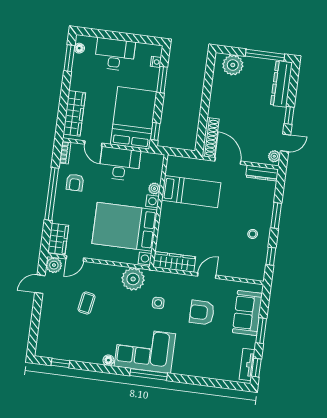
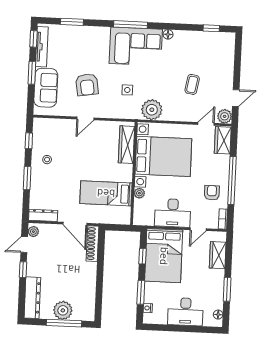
window: (265, 55) -> (64, 323), moved
window: (69, 58) -> (227, 289), moved
plant: (233, 65) -> (63, 310), moved
wardrobe: (74, 113) -> (218, 255), width x0.67
window: (155, 131) -> (142, 256), moved
door: (93, 144) -> (198, 229), swing flipped
wardrobe: (174, 262) -> (127, 145), moved, turned 90
armchair: (202, 312) -> (87, 85), turned 81
tv unit: (247, 365) -> (42, 47), width x1.41
window: (213, 383) -> (72, 22), added

